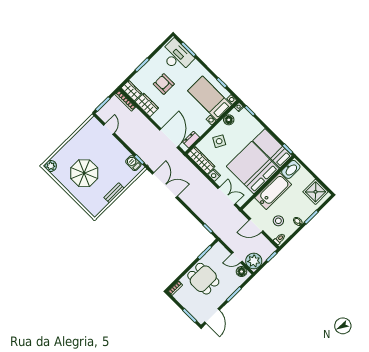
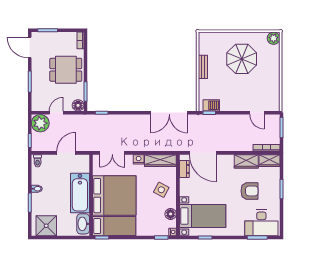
stool: (278, 221) -> (53, 174), removed
floor lamp: (242, 272) -> (78, 105), moved

